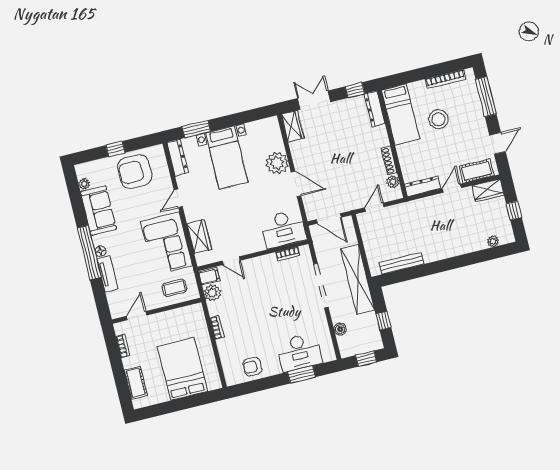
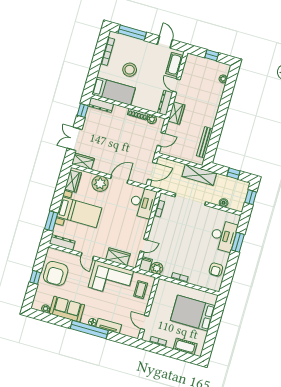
wardrobe: (261, 128) -> (73, 181), added
wardrobe: (488, 190) -> (176, 113), moved
door: (374, 207) -> (161, 139), swing flipped
shelving: (358, 279) -> (199, 175), width x0.68

